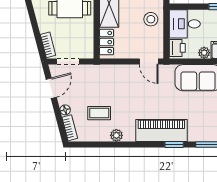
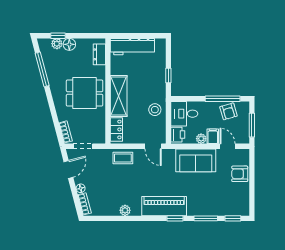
coffee table: (99, 113) -> (123, 158), moved

